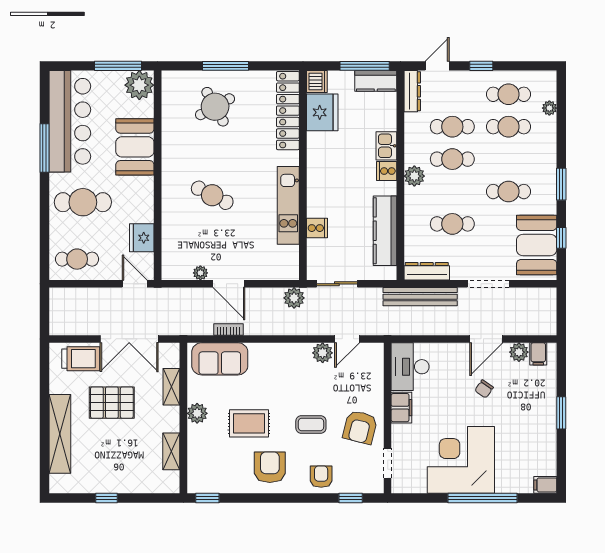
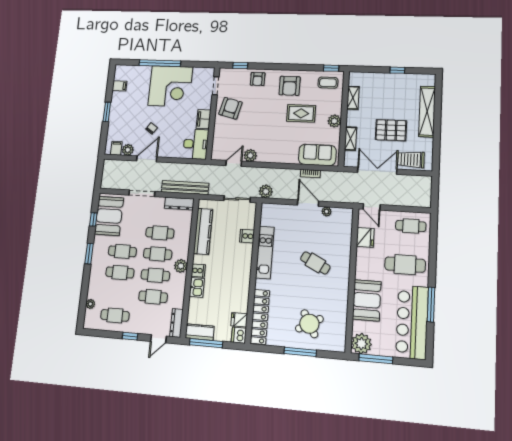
fridge: (322, 112) -> (239, 320), width x0.53, depth x0.75
cafe table: (508, 127) -> (120, 272), moved
cafe table: (452, 192) -> (158, 254), added
coffee table: (311, 425) -> (328, 83), moved
filing cabinet: (545, 485) -> (120, 86), moved

